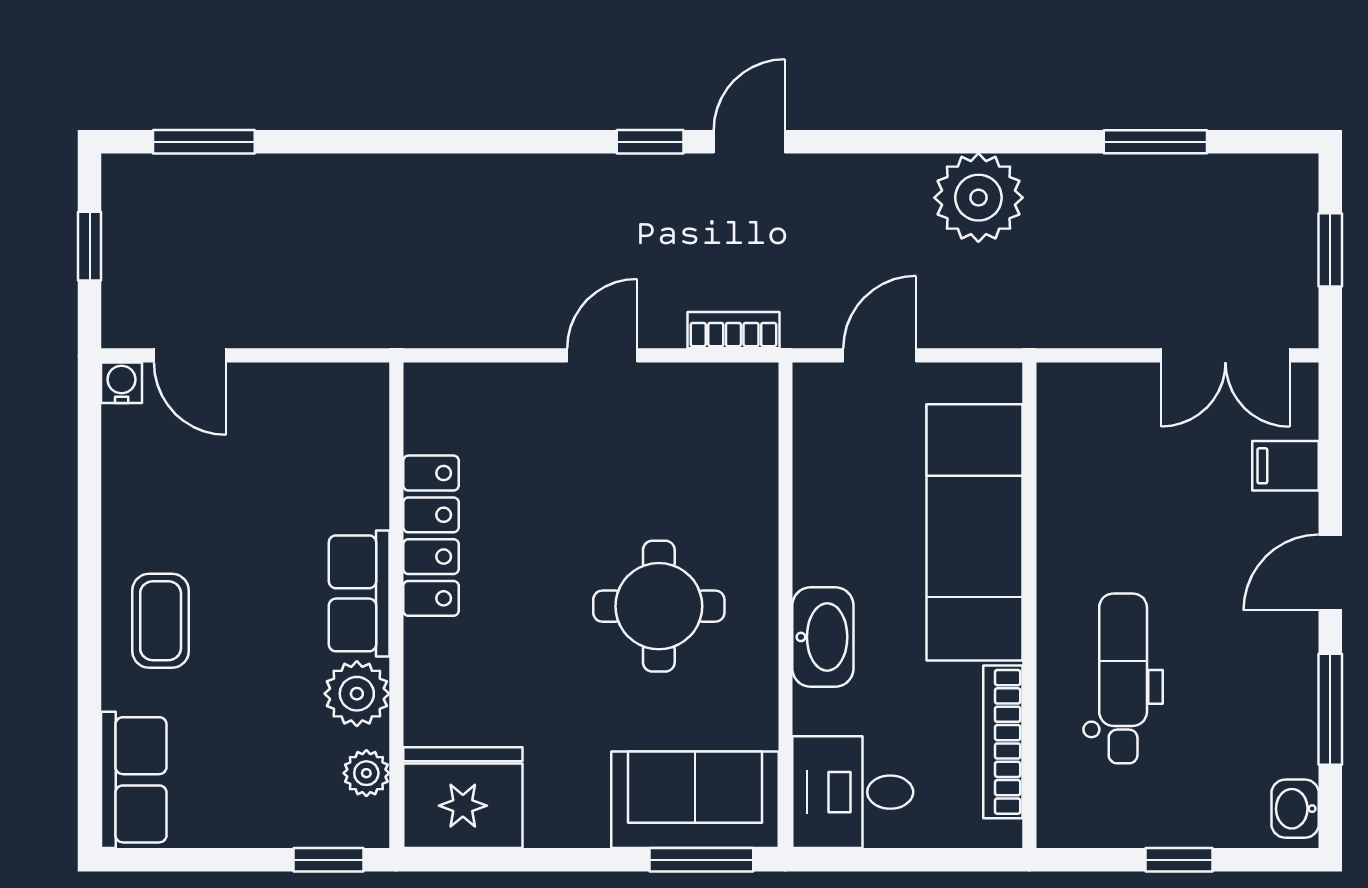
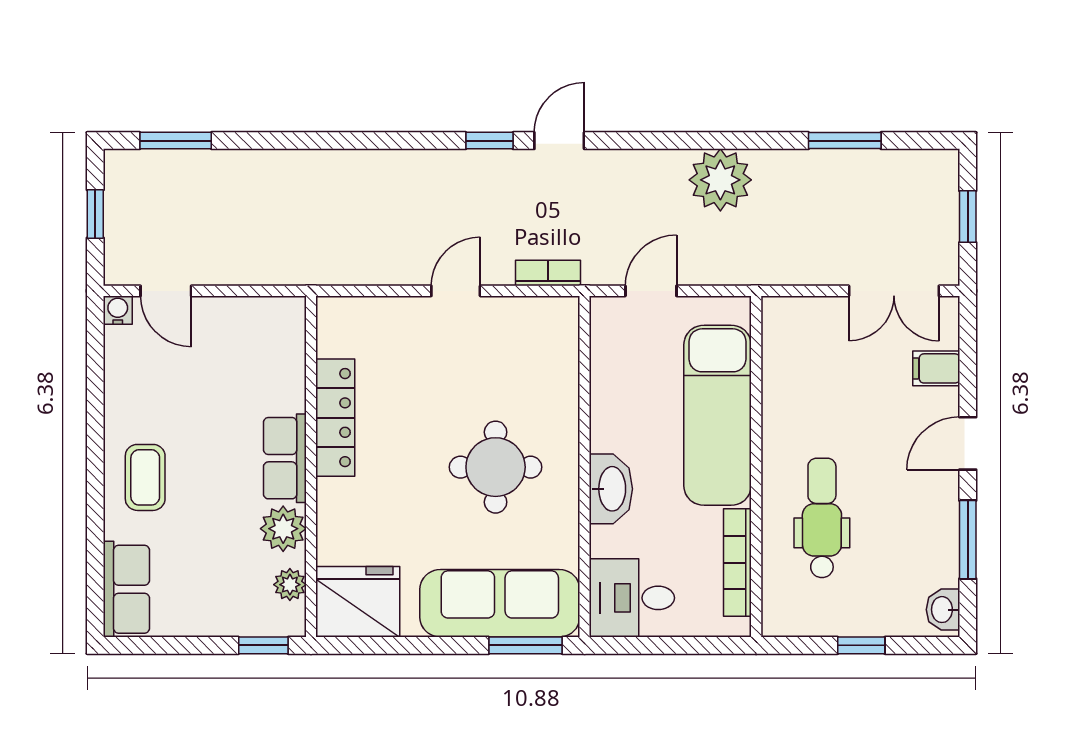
sofa: (695, 800) -> (500, 603), width x1.36

